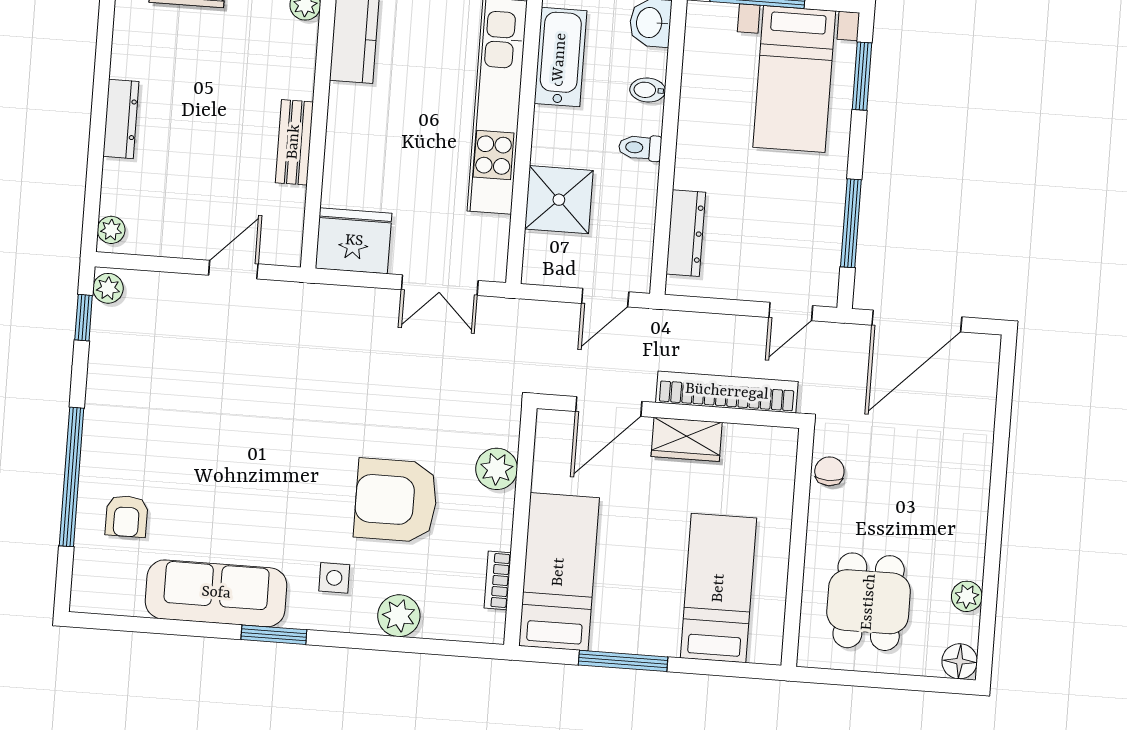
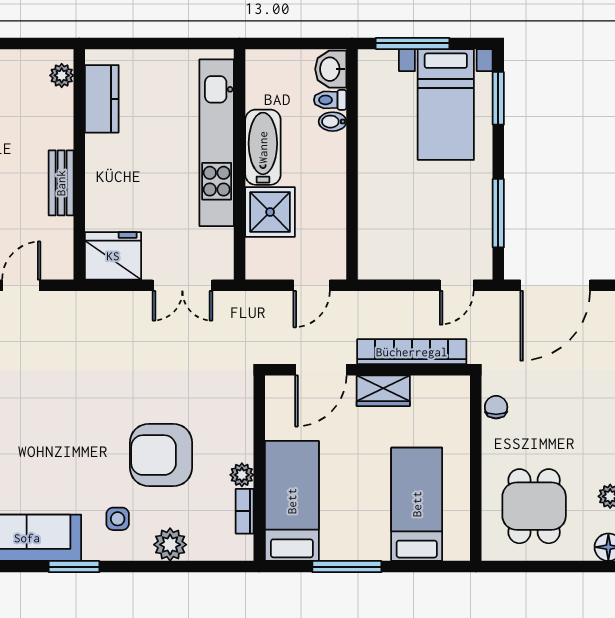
bathtub: (560, 57) -> (263, 147), moved
toilet: (640, 148) -> (330, 100), moved
dresser: (686, 233) -> (371, 231), removed
plant: (497, 469) -> (242, 475), moved, width x0.73, depth x0.73

